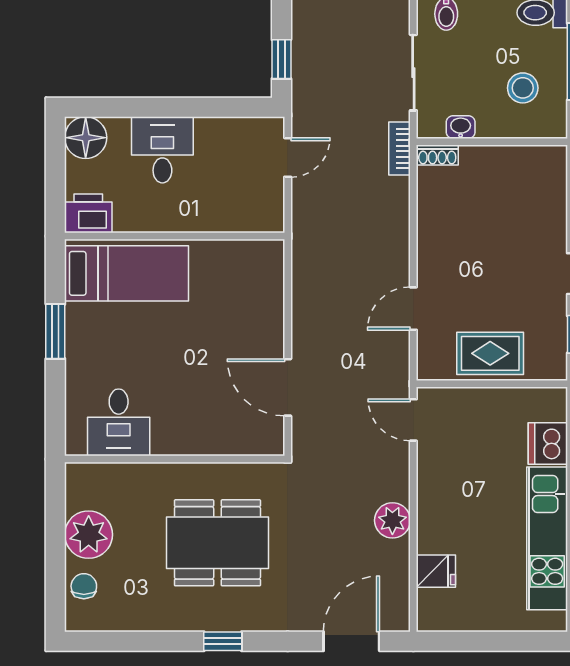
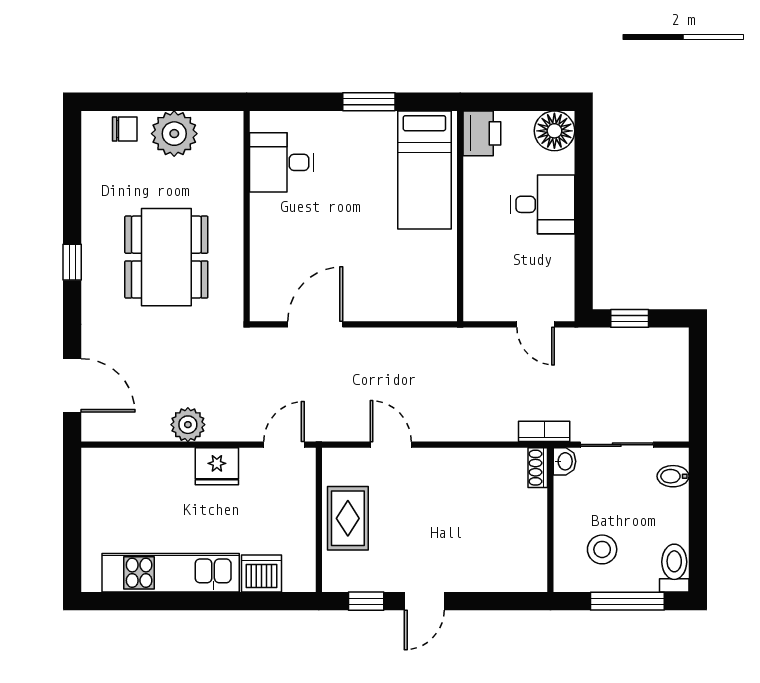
washbasin: (461, 127) -> (565, 461), moved
fridge: (436, 571) -> (217, 466), moved, width x1.38

